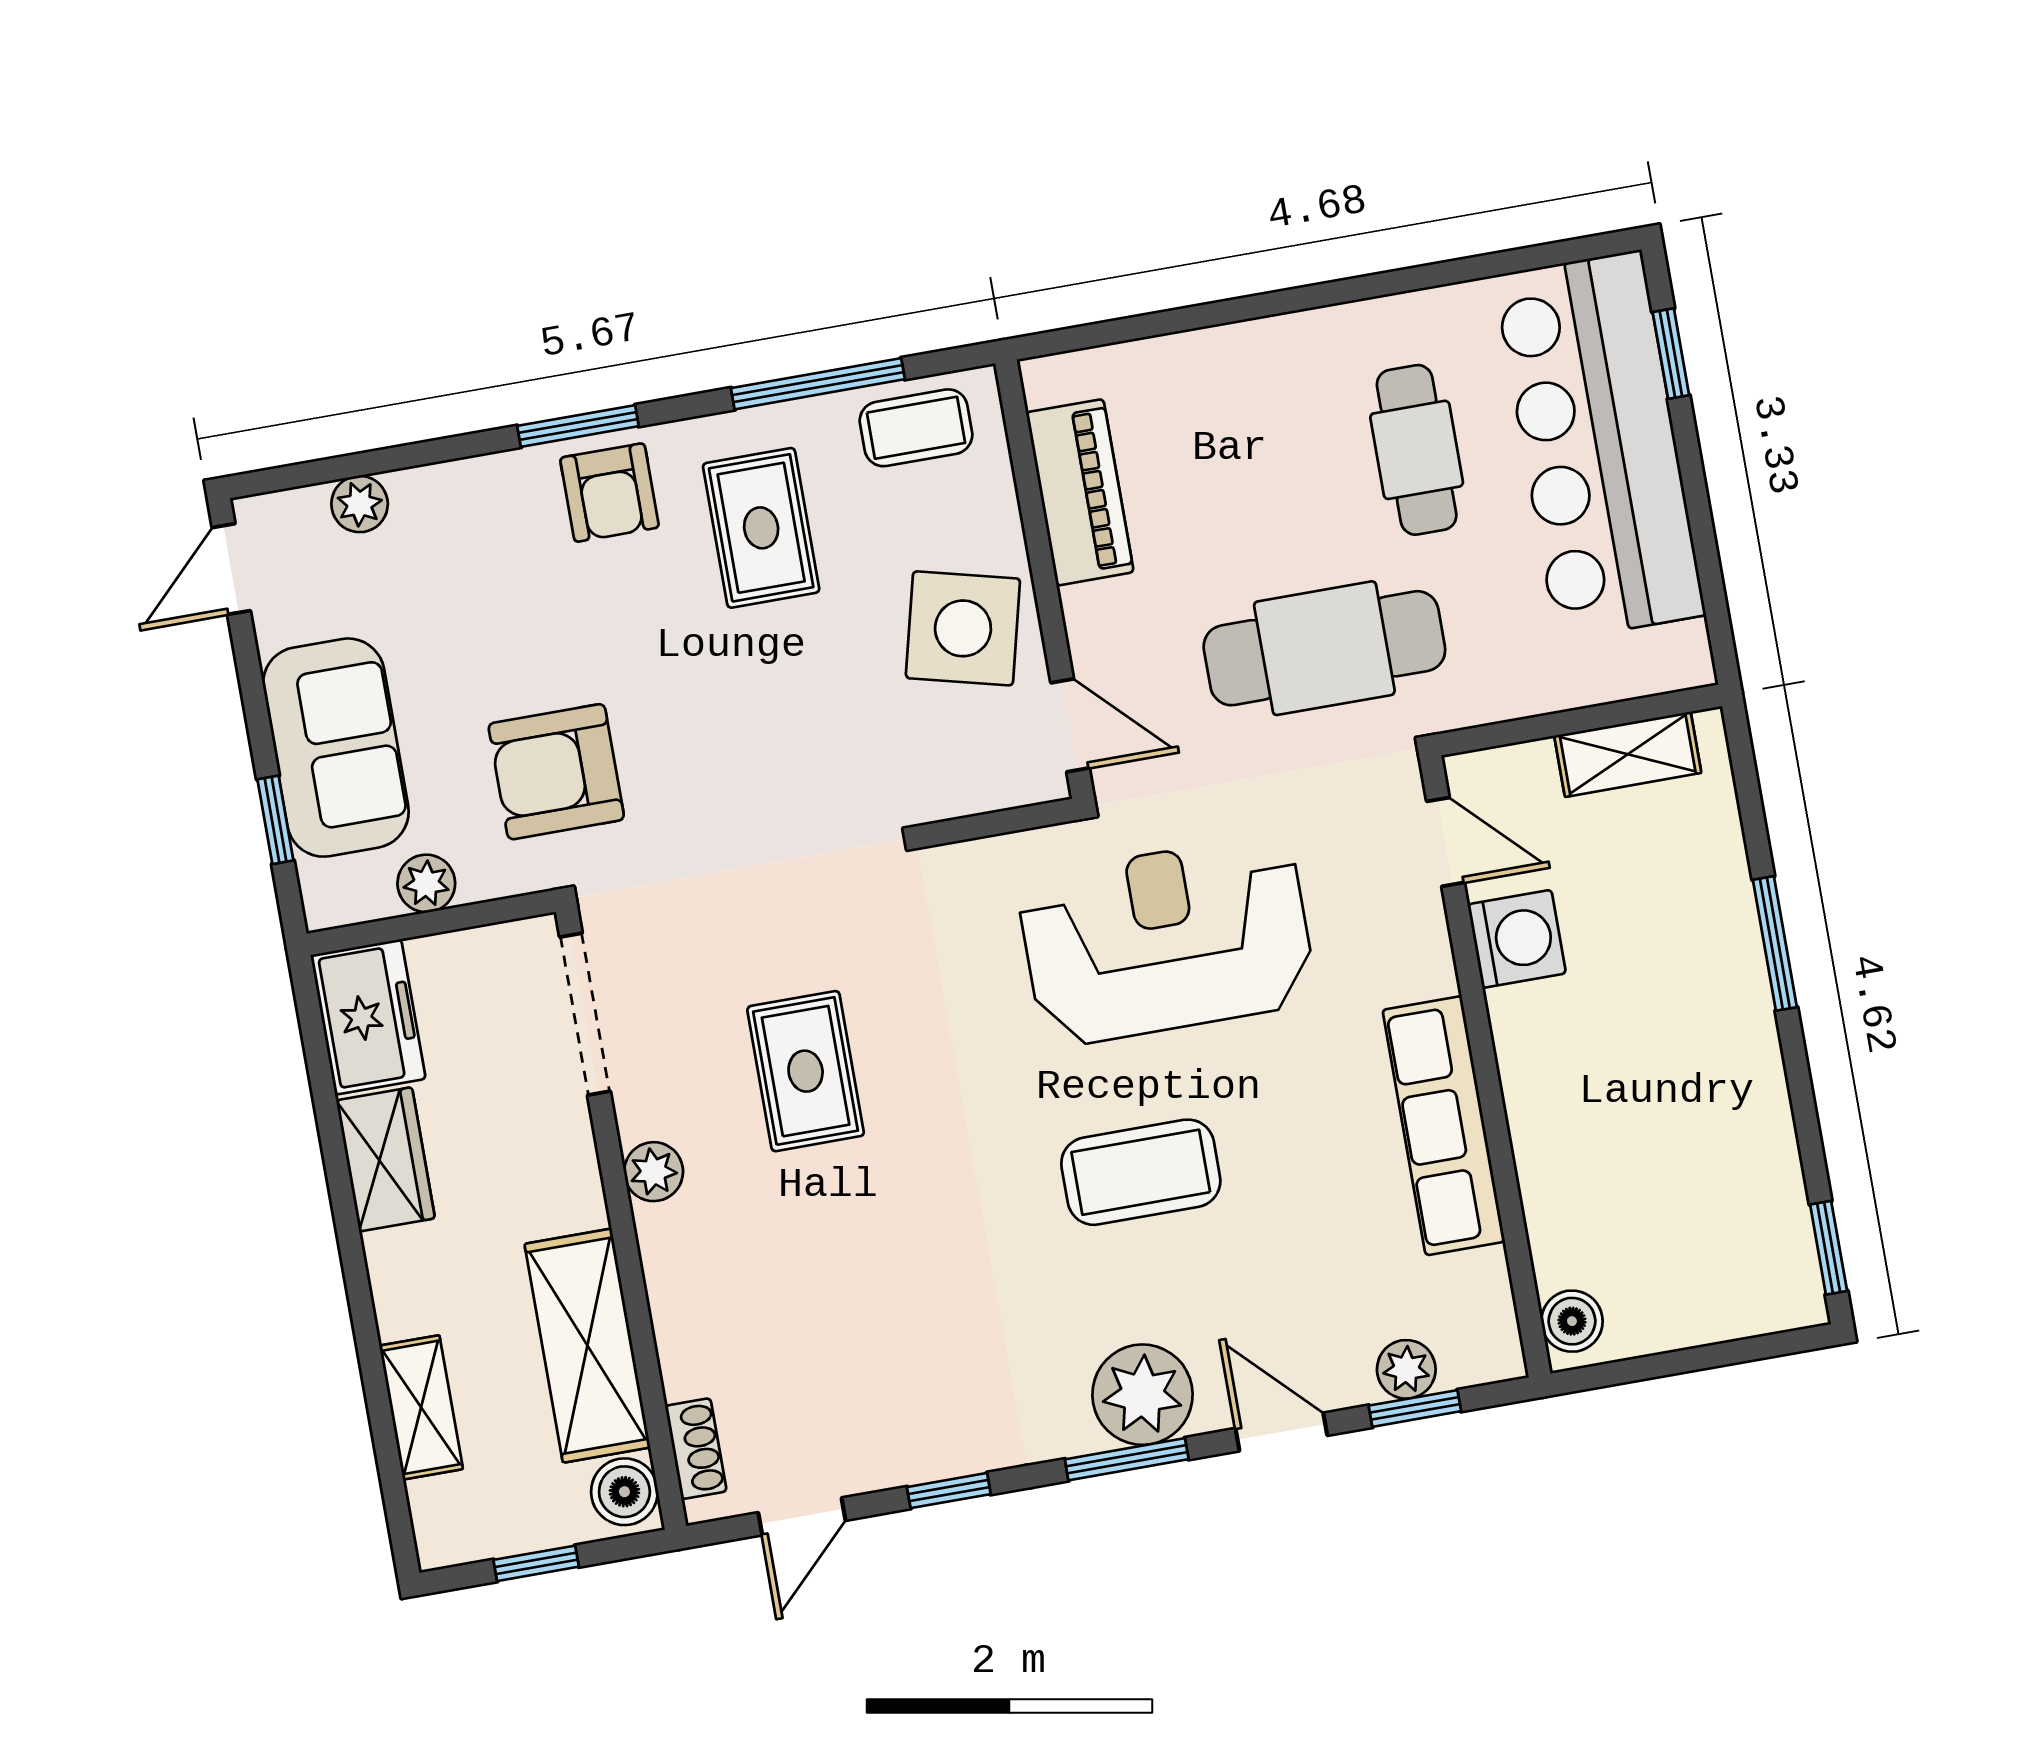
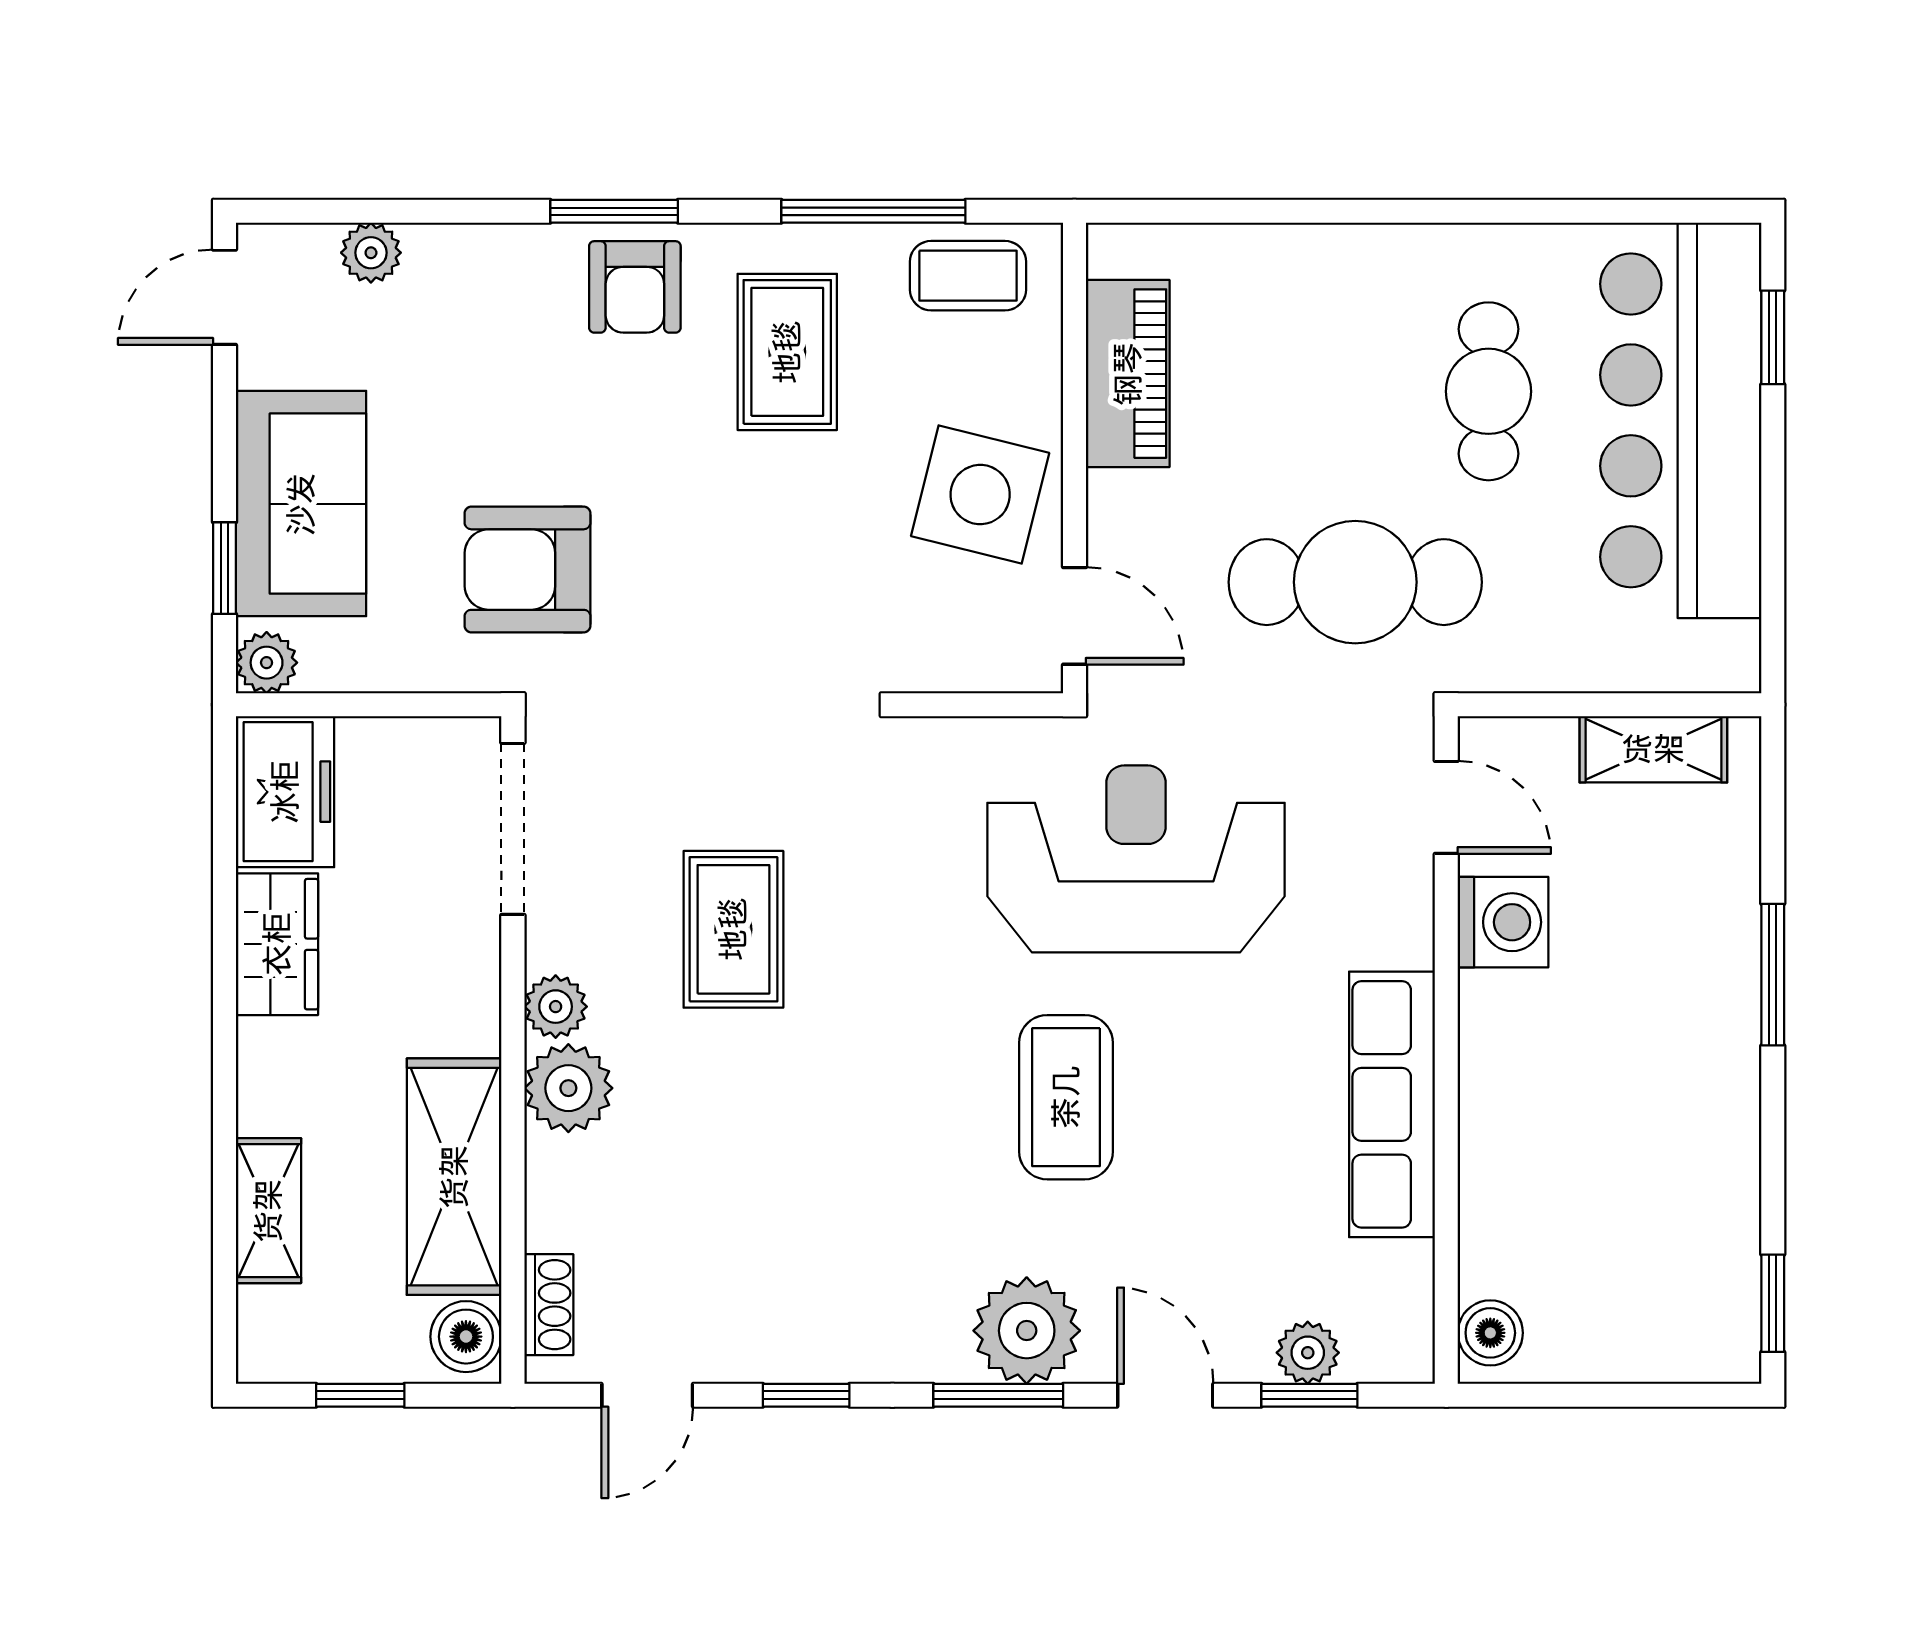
plant: (426, 883) -> (267, 663), moved
coffee table: (1141, 1172) -> (1066, 1097), turned 90
plant: (679, 1245) -> (568, 1088), added

